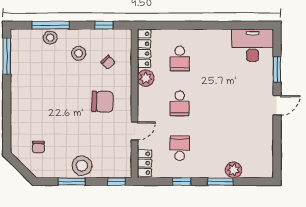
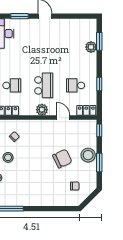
plant: (146, 78) -> (42, 110), moved
chair: (103, 102) -> (62, 159), moved, turned 63
school desk: (180, 103) -> (44, 85), width x1.85
window: (220, 182) -> (99, 41), moved

